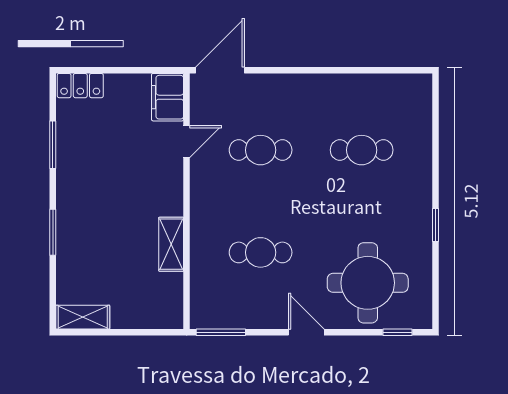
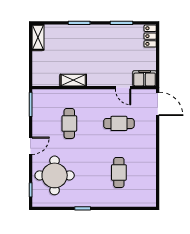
cafe table: (261, 150) -> (119, 123), turned 90

